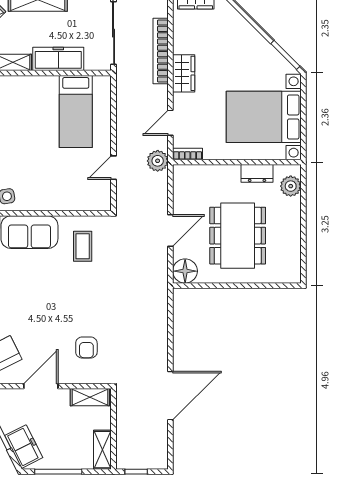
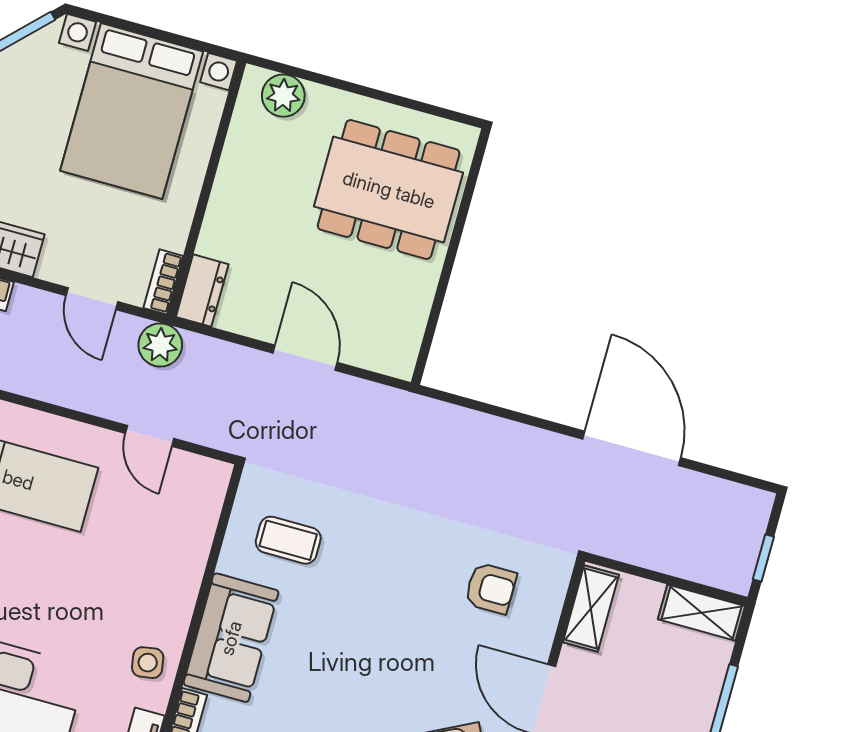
dresser: (257, 173) -> (202, 291), moved
dining table: (238, 236) -> (389, 190), moved
floor lamp: (185, 271) -> (393, 351), removed

